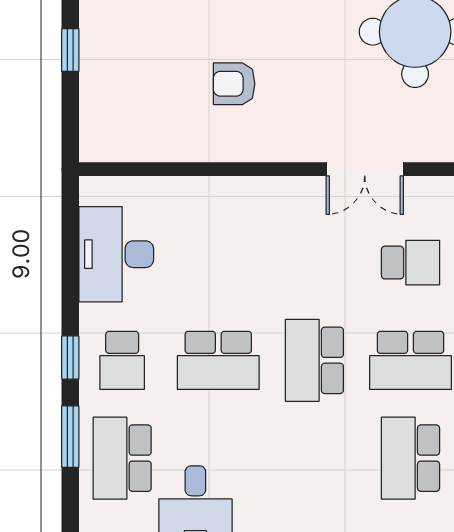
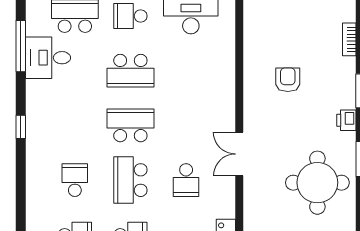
school desk: (218, 360) -> (130, 71), turned -90
school desk: (411, 458) -> (75, 180), width x0.54

